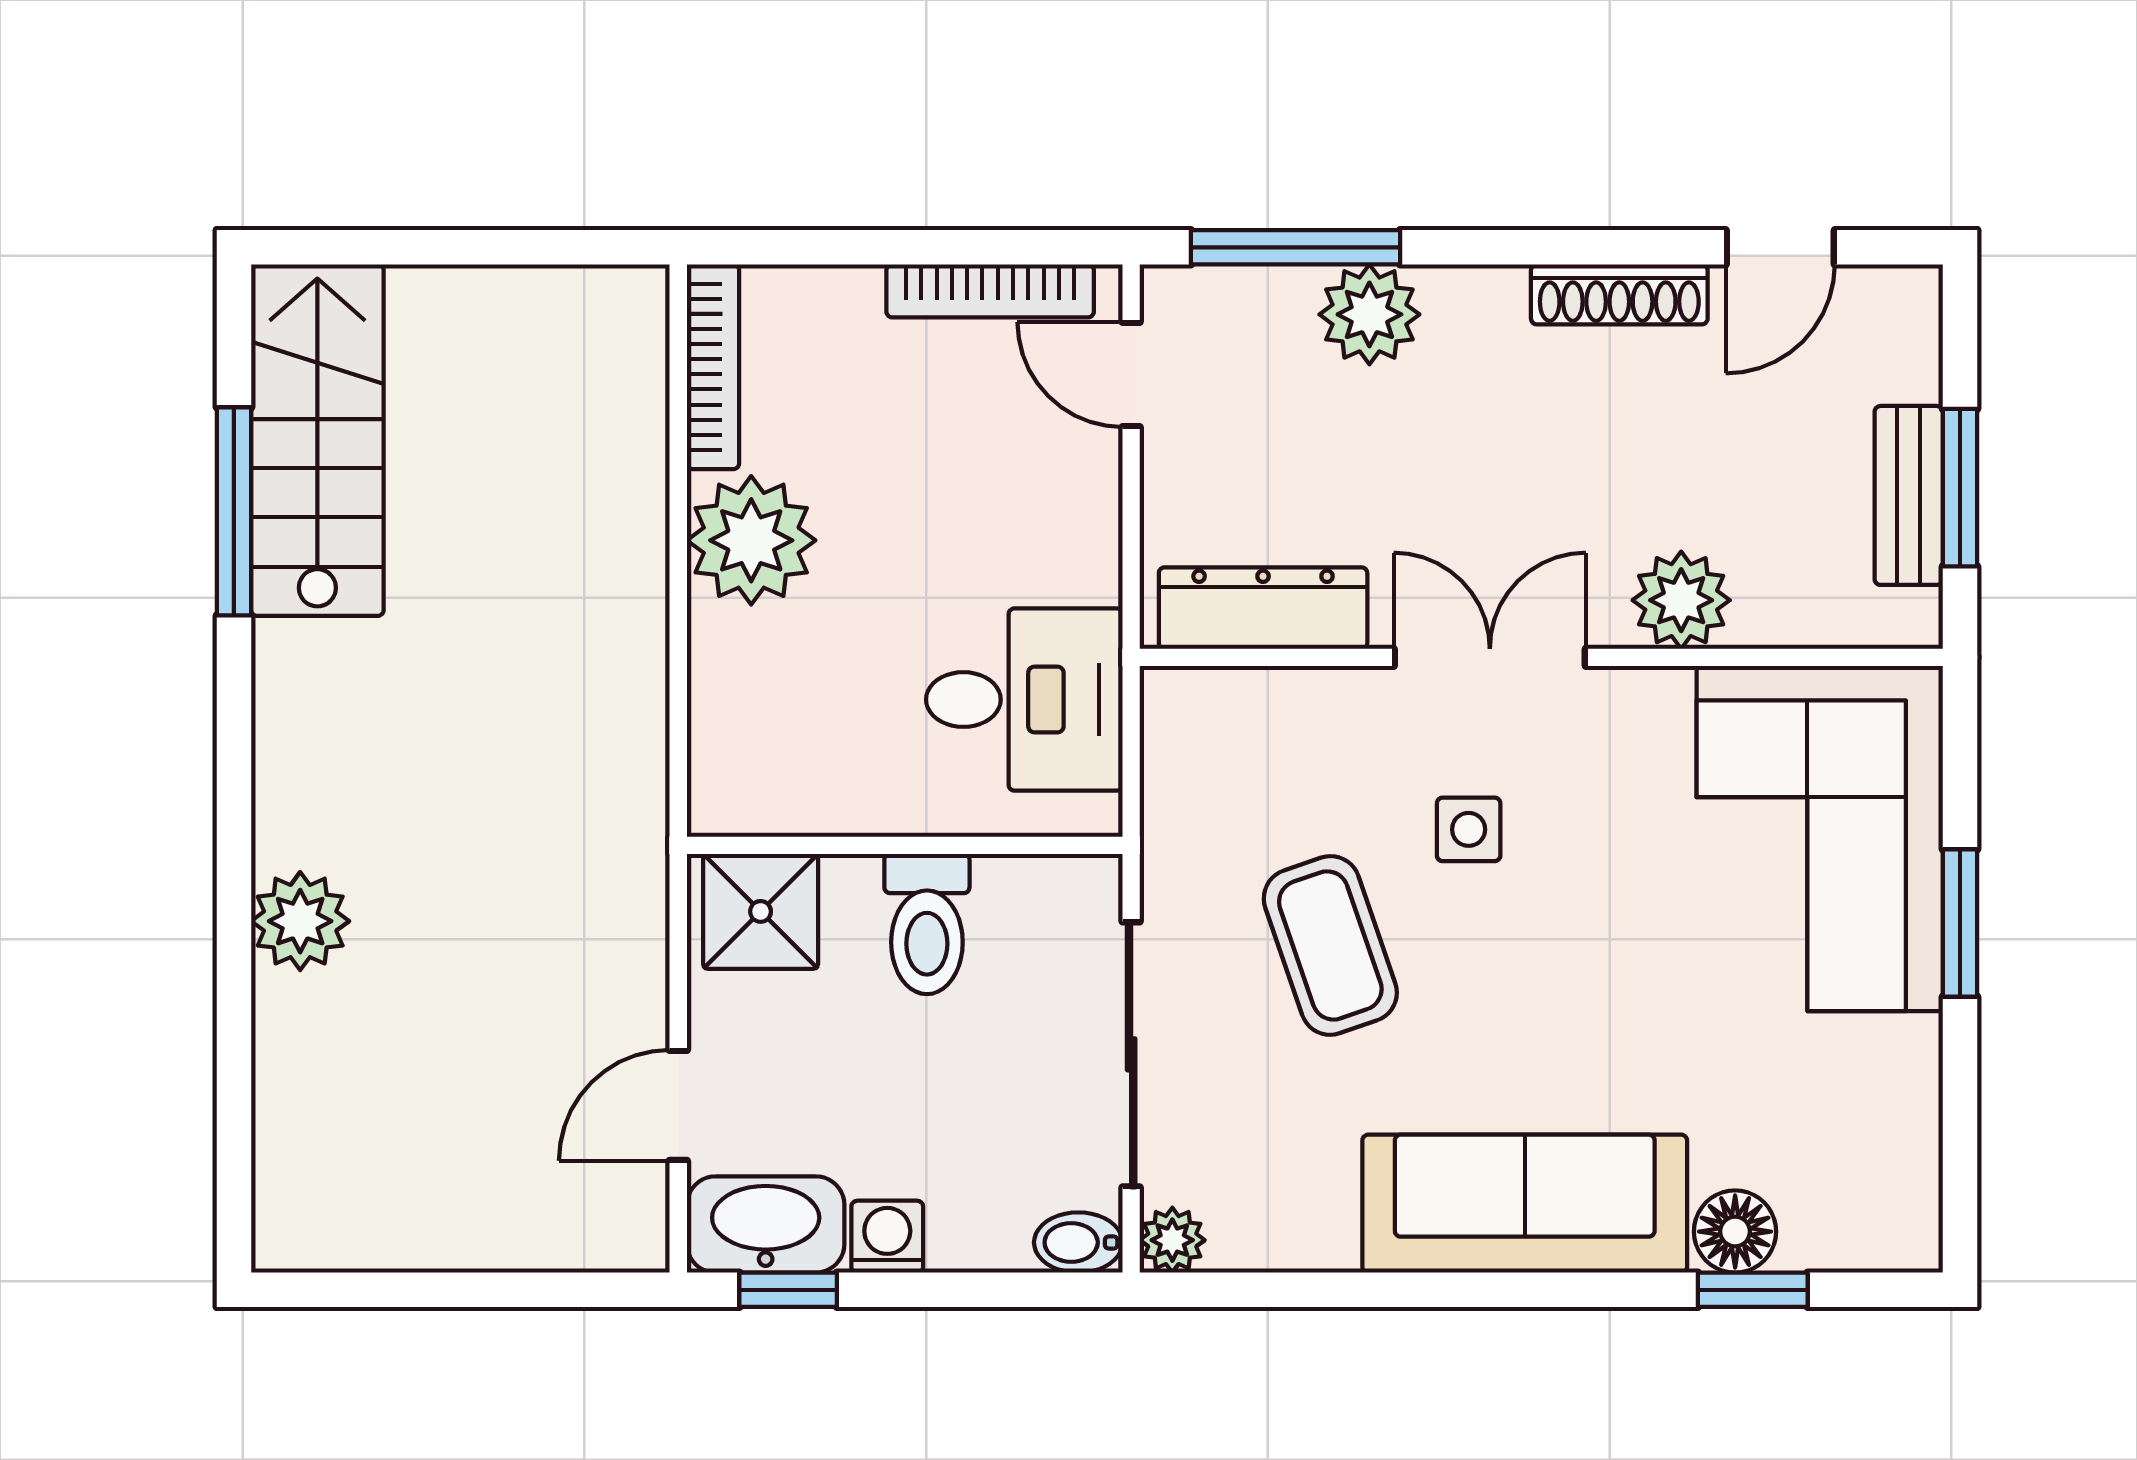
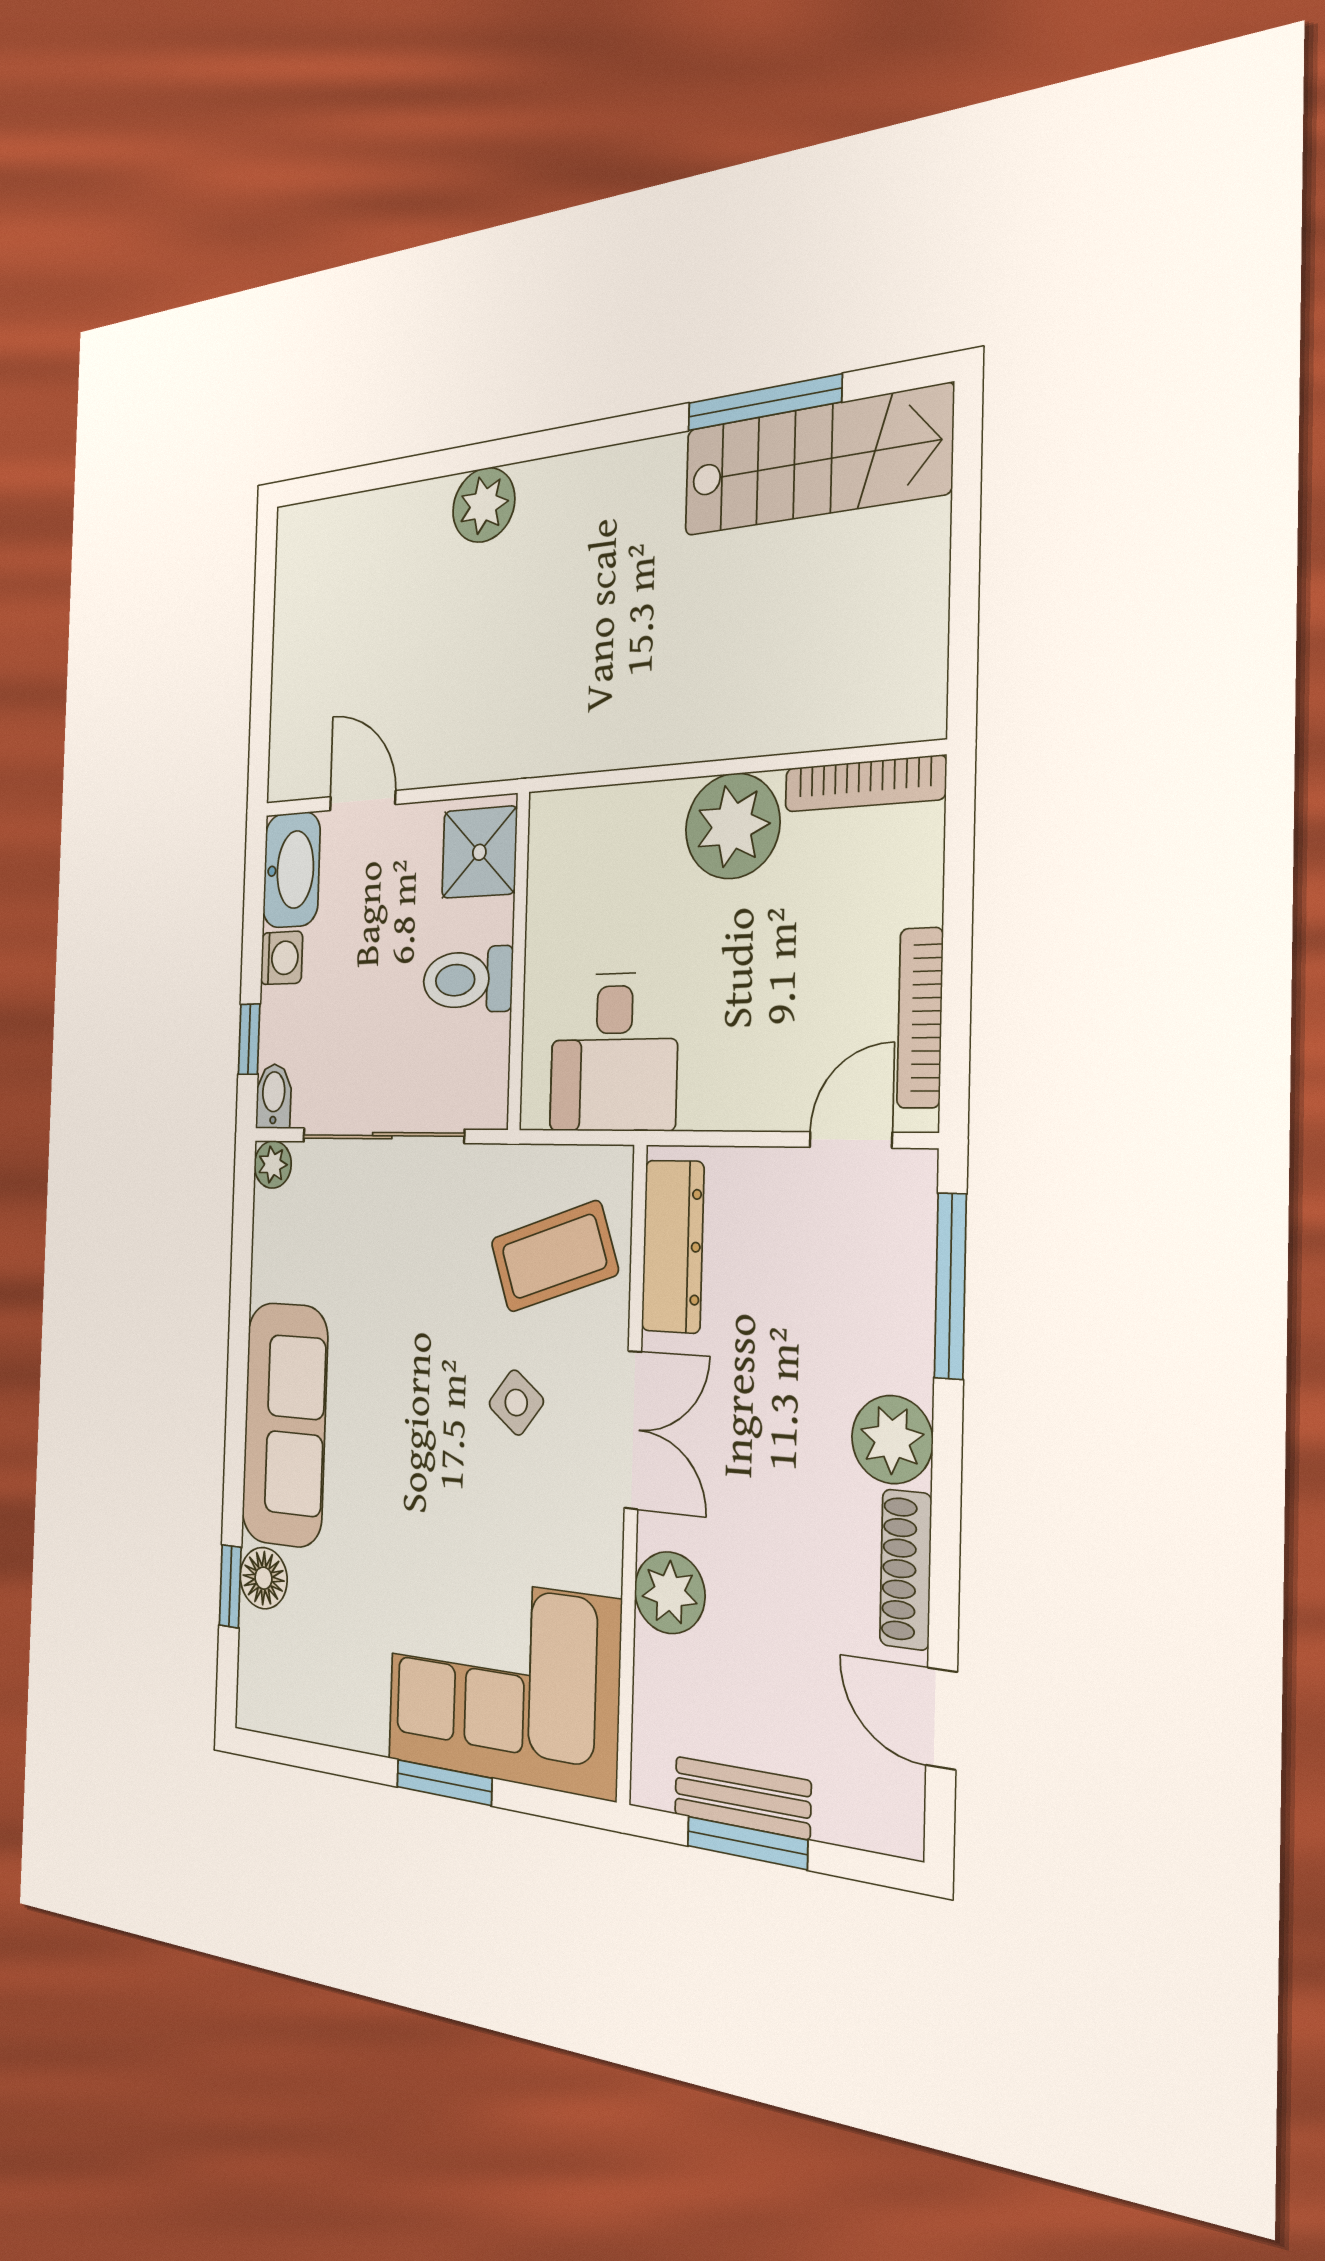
plant: (1369, 314) -> (892, 1440), moved
side table: (1469, 829) -> (516, 1403), turned 38
coffee table: (1330, 945) -> (554, 1257), moved
window: (788, 1290) -> (249, 1039), moved

